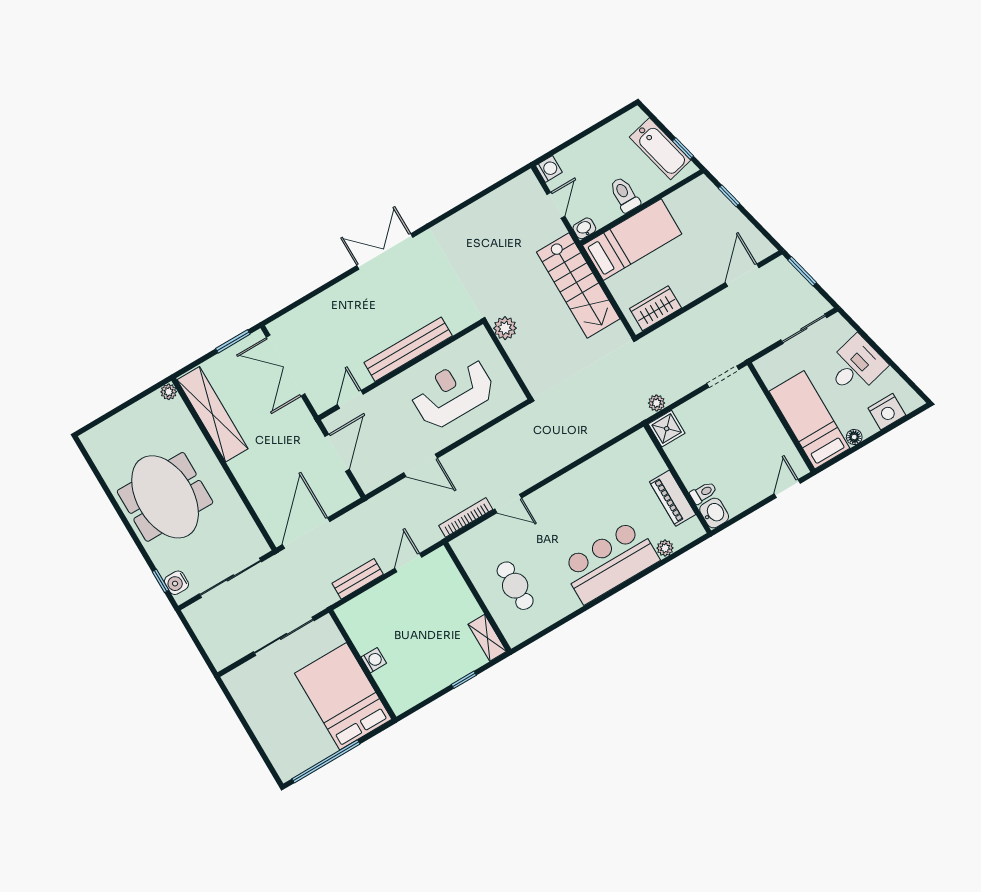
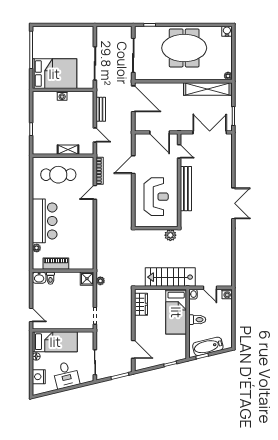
water cooler: (176, 583) -> (227, 31), moved
cafe table: (515, 586) -> (58, 175), width x1.37, depth x1.35
shelving: (487, 638) -> (68, 150), moved

